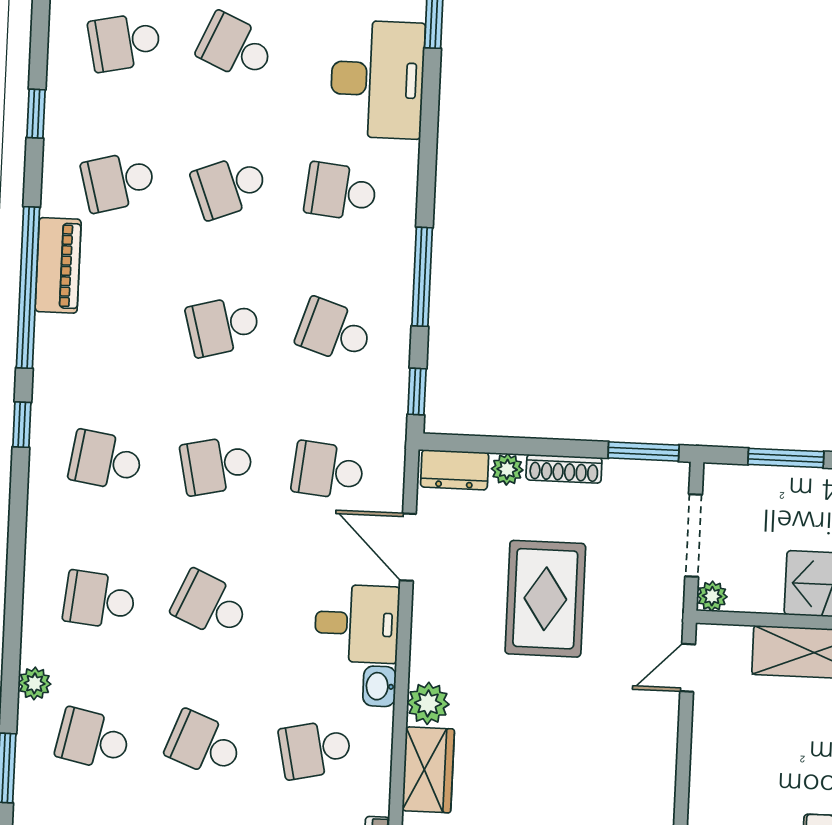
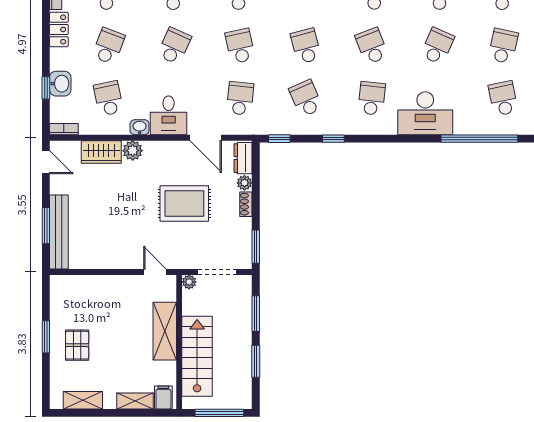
window: (422, 277) -> (333, 139), width x0.46
school desk: (334, 331) -> (306, 98), turned -42
shoe rack: (564, 469) -> (246, 204), width x0.70
door: (408, 547) -> (206, 138), swing flipped

